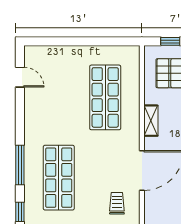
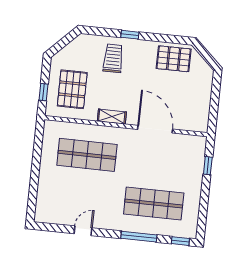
door: (20, 77) -> (83, 231), moved
trolley: (117, 203) -> (182, 154), removed

